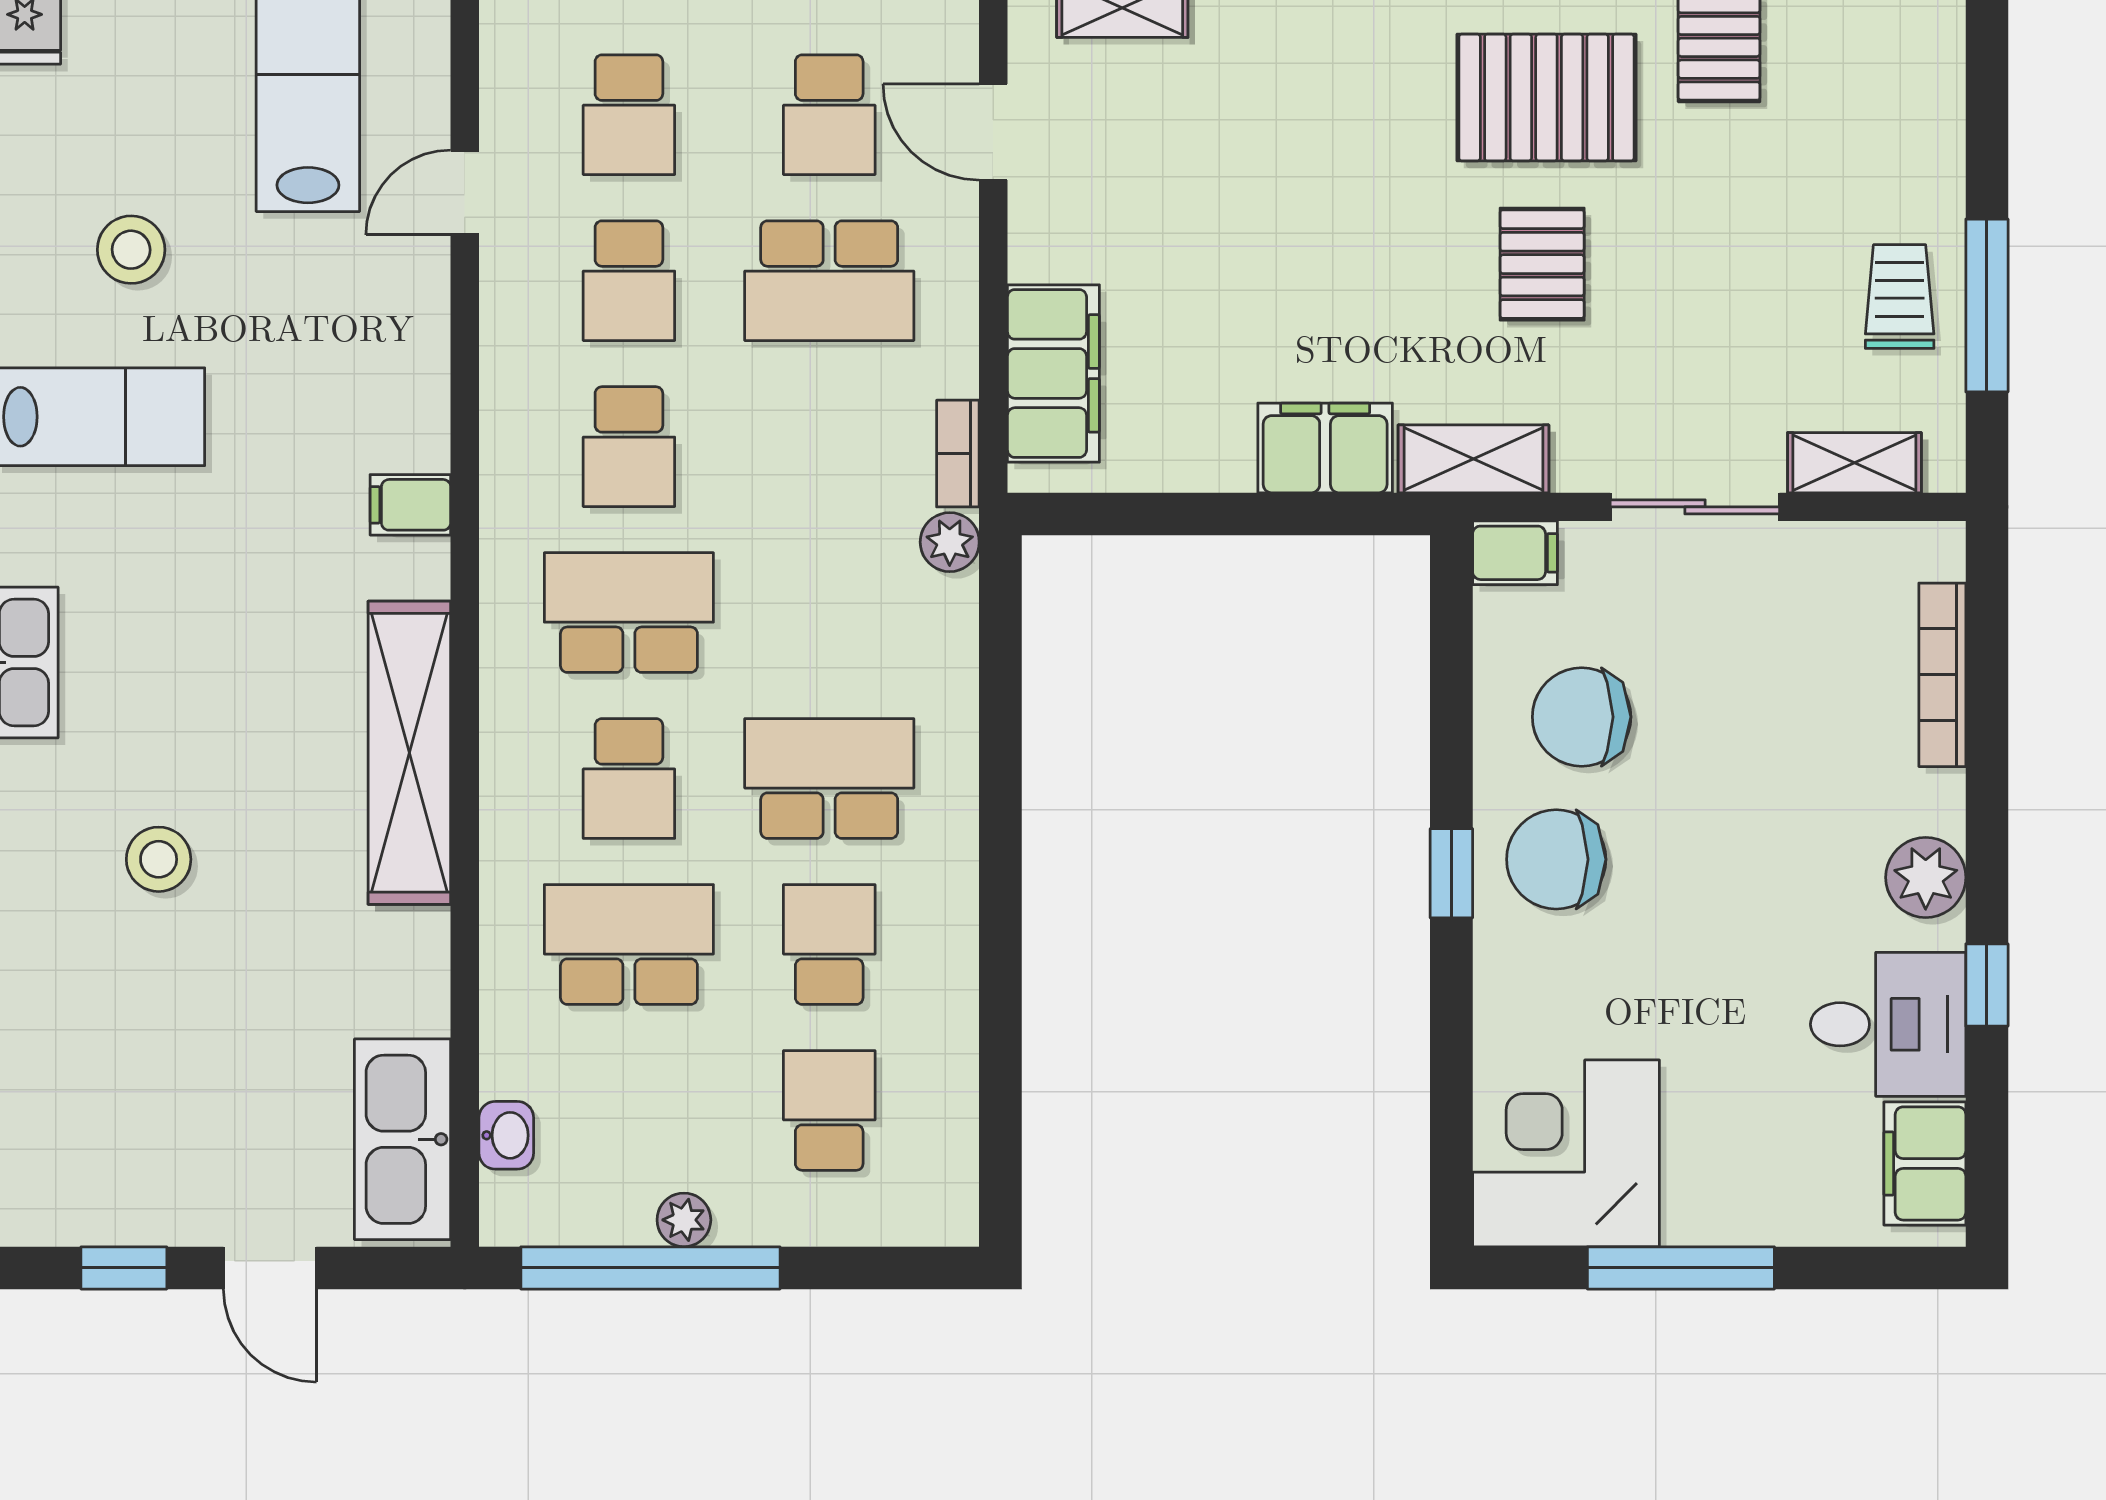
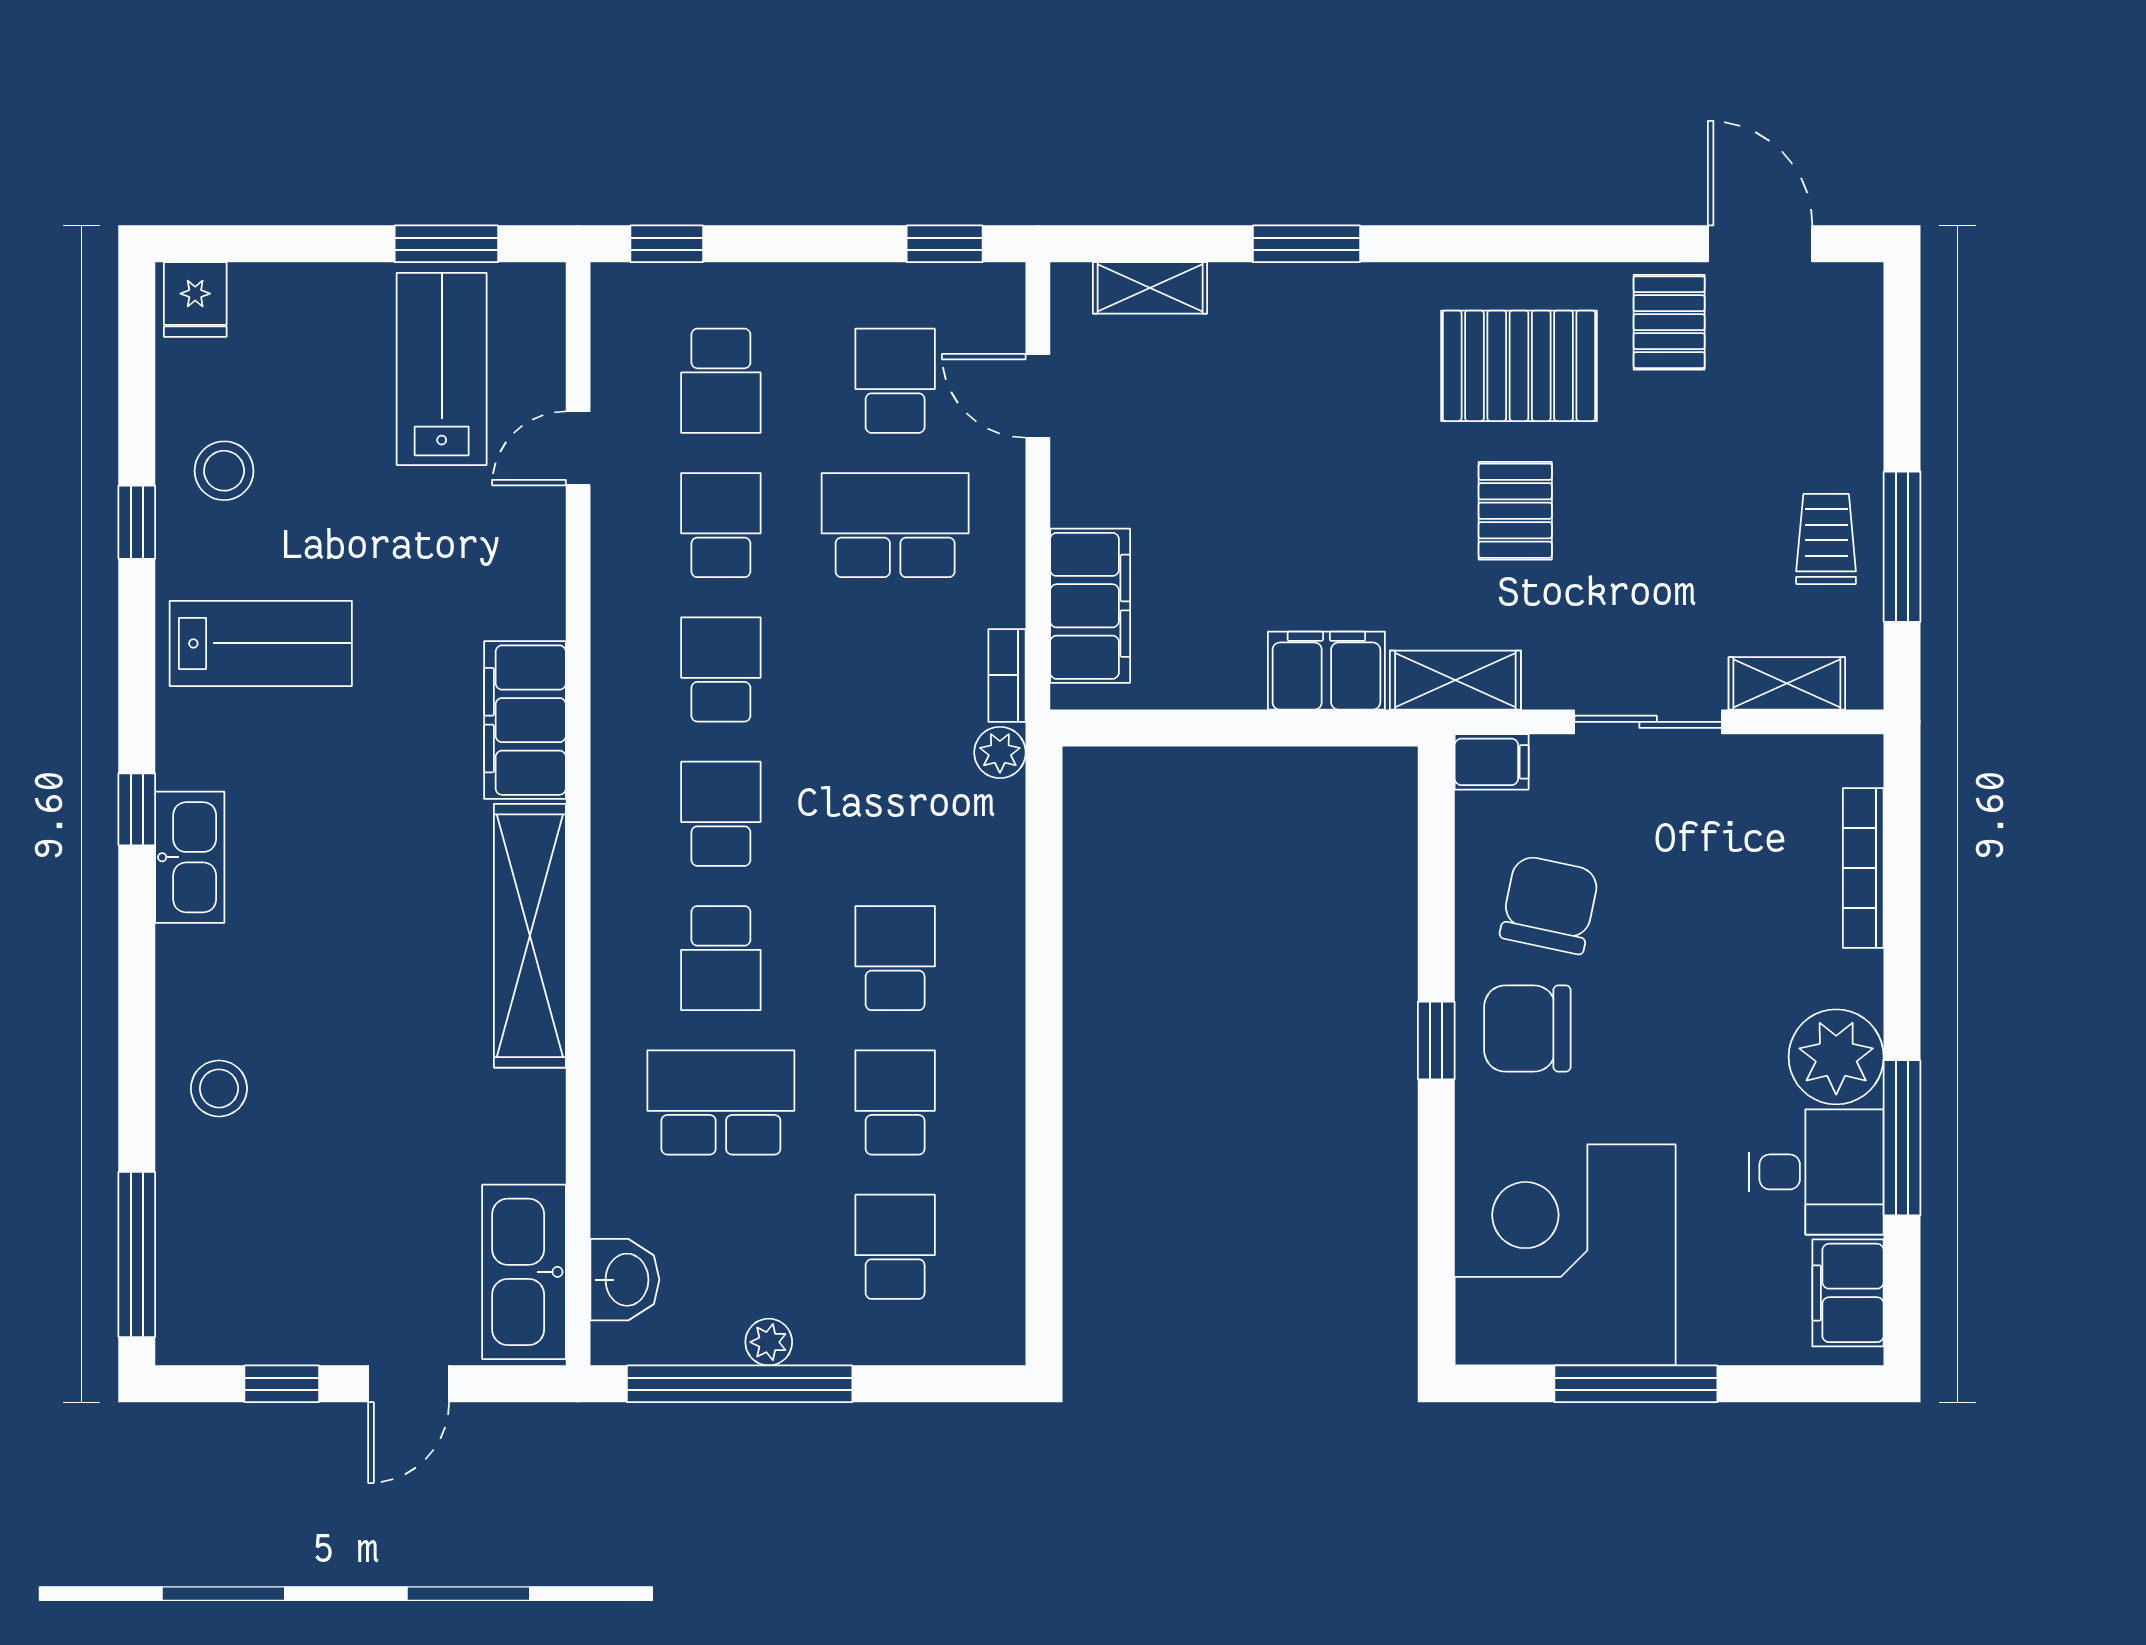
school desk: (829, 115) -> (895, 381), turned 180
stool: (131, 250) -> (224, 471), moved
school desk: (629, 281) -> (721, 525), turned 180
school desk: (829, 281) -> (895, 525), turned 180
school desk: (629, 447) -> (721, 669), turned 180
filing cabinet: (410, 505) -> (525, 720), width x3.00, depth x1.17
school desk: (629, 613) -> (721, 814), width x0.54
chair: (1582, 717) -> (1550, 905), turned 102
school desk: (829, 779) -> (895, 958), width x0.54
stool: (159, 859) -> (219, 1088), moved
plant: (1926, 877) -> (1836, 1057), width x1.36, depth x1.36
window: (1987, 985) -> (1902, 1138), width x2.17
washbasin: (506, 1135) -> (625, 1280), width x1.38, depth x1.45
corner desk: (1566, 1153) -> (1565, 1255), width x1.36, depth x1.36
door: (270, 1268) -> (409, 1384), hinge flipped

